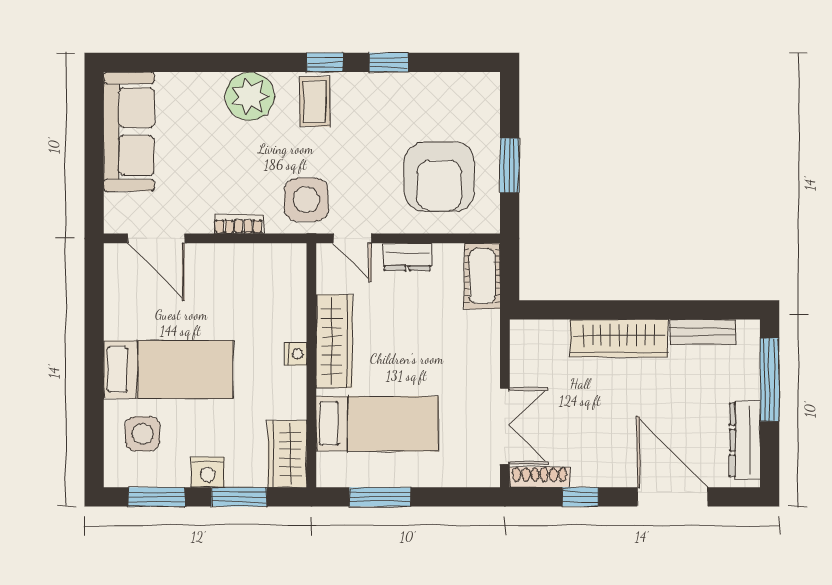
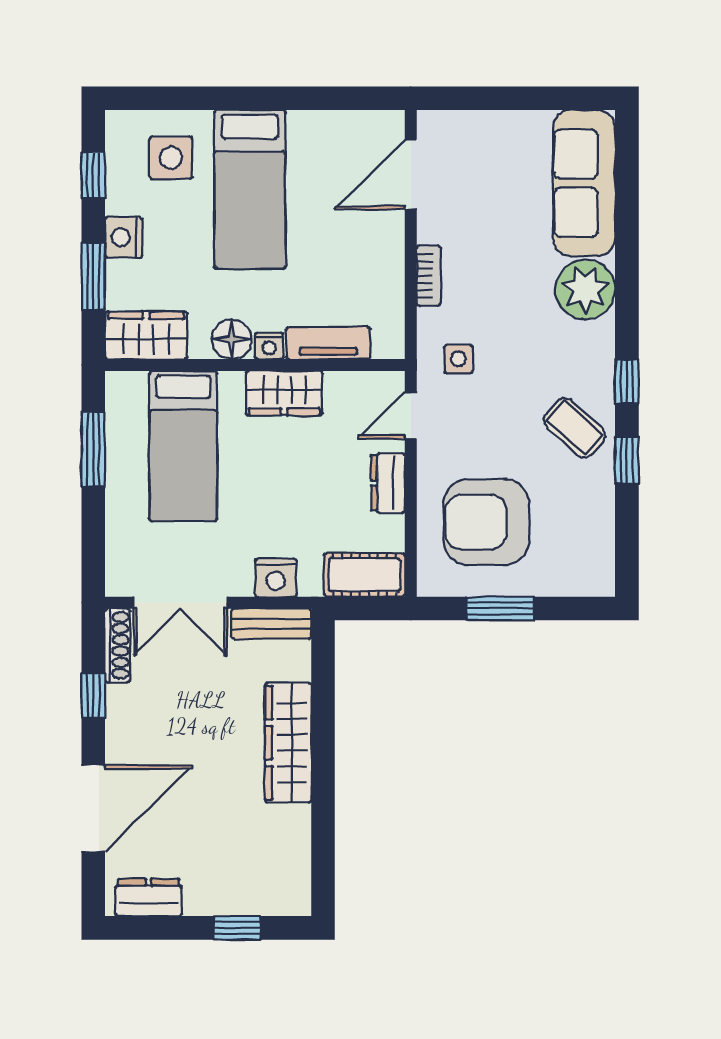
coffee table: (315, 102) -> (575, 428), moved, turned 42
sofa: (129, 132) -> (584, 183), moved, turned 90
side table: (306, 200) -> (458, 359), width x0.54, depth x0.54
tv unit: (294, 306) -> (328, 343), added
bench: (703, 332) -> (271, 624), moved, turned 90
wardrobe: (334, 341) -> (284, 393), width x0.67
nightstand: (485, 348) -> (276, 578), added
window: (770, 380) -> (237, 928), width x0.46
floor lamp: (290, 384) -> (232, 339), added
dresser: (745, 440) -> (149, 897), width x0.70
window: (157, 497) -> (93, 175), width x0.67

